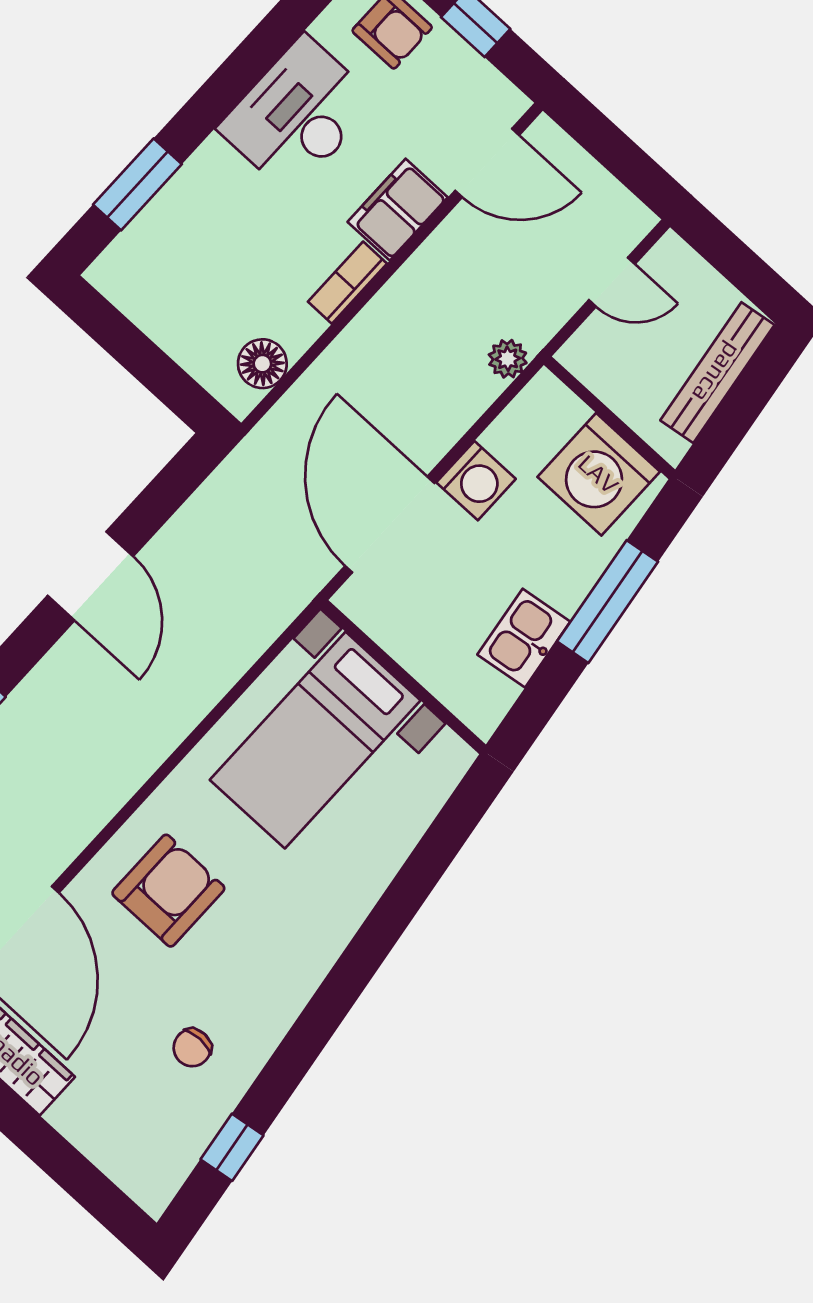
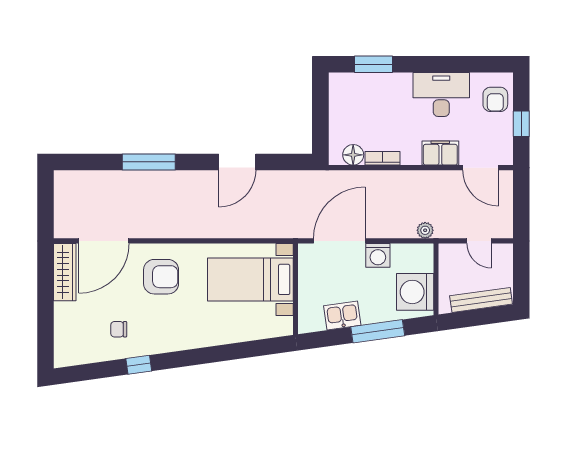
bookcase: (348, 283) -> (383, 158), moved
window: (232, 1147) -> (139, 365), moved

